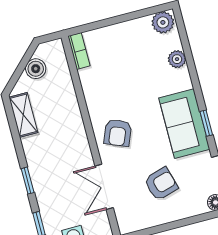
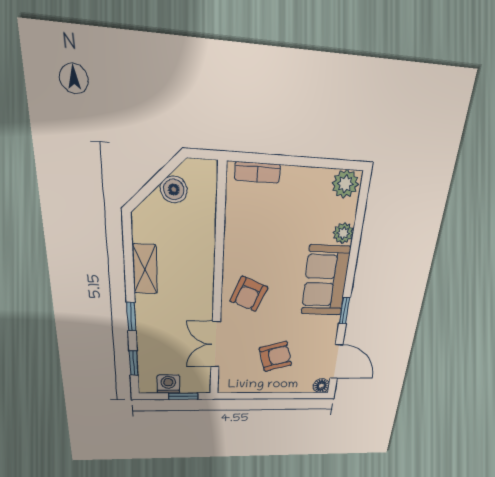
bookcase: (79, 51) -> (257, 172), moved, turned 90
shelving: (23, 115) -> (145, 269), moved
sofa: (184, 124) -> (326, 281), moved

